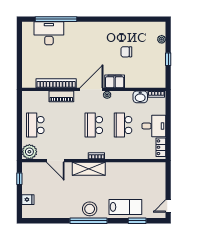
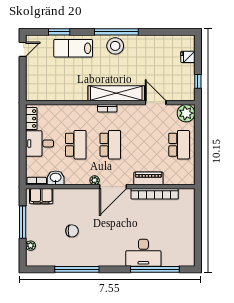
window: (122, 19) -> (77, 269), added
desk: (49, 33) -> (143, 253), moved
window: (168, 59) -> (23, 222), width x2.17
filing cabinet: (115, 81) -> (41, 196), moved
shelving: (89, 169) -> (116, 93), width x1.47

